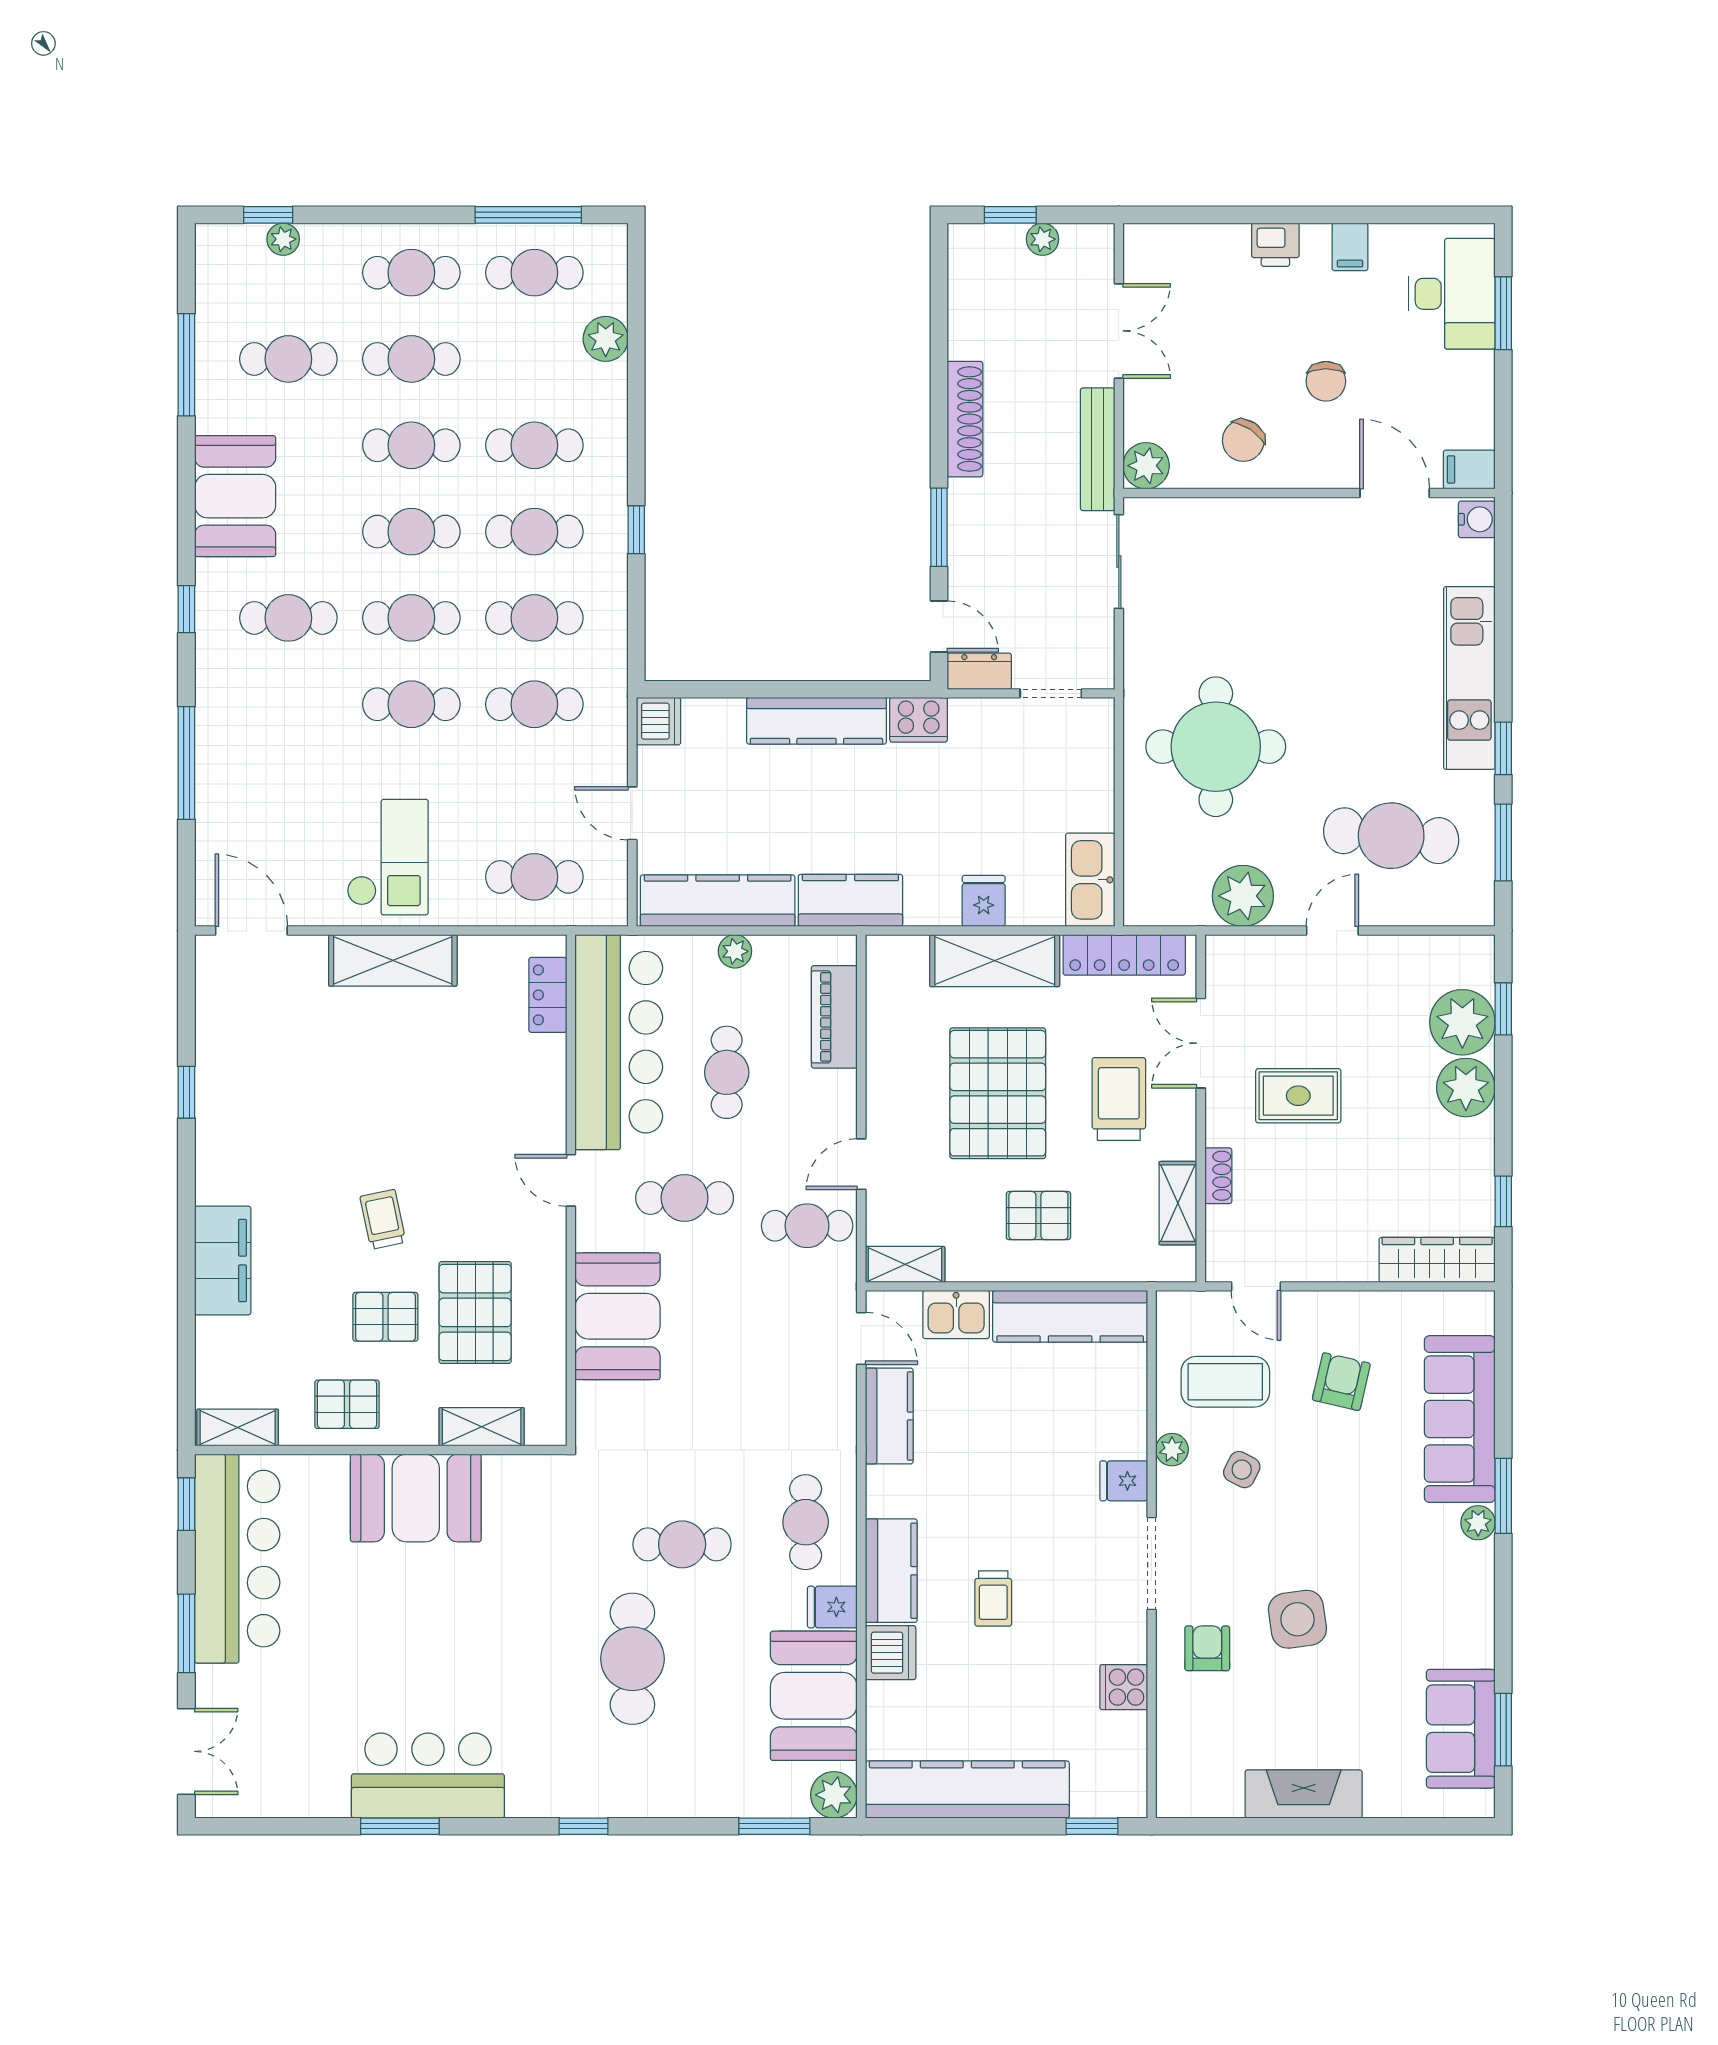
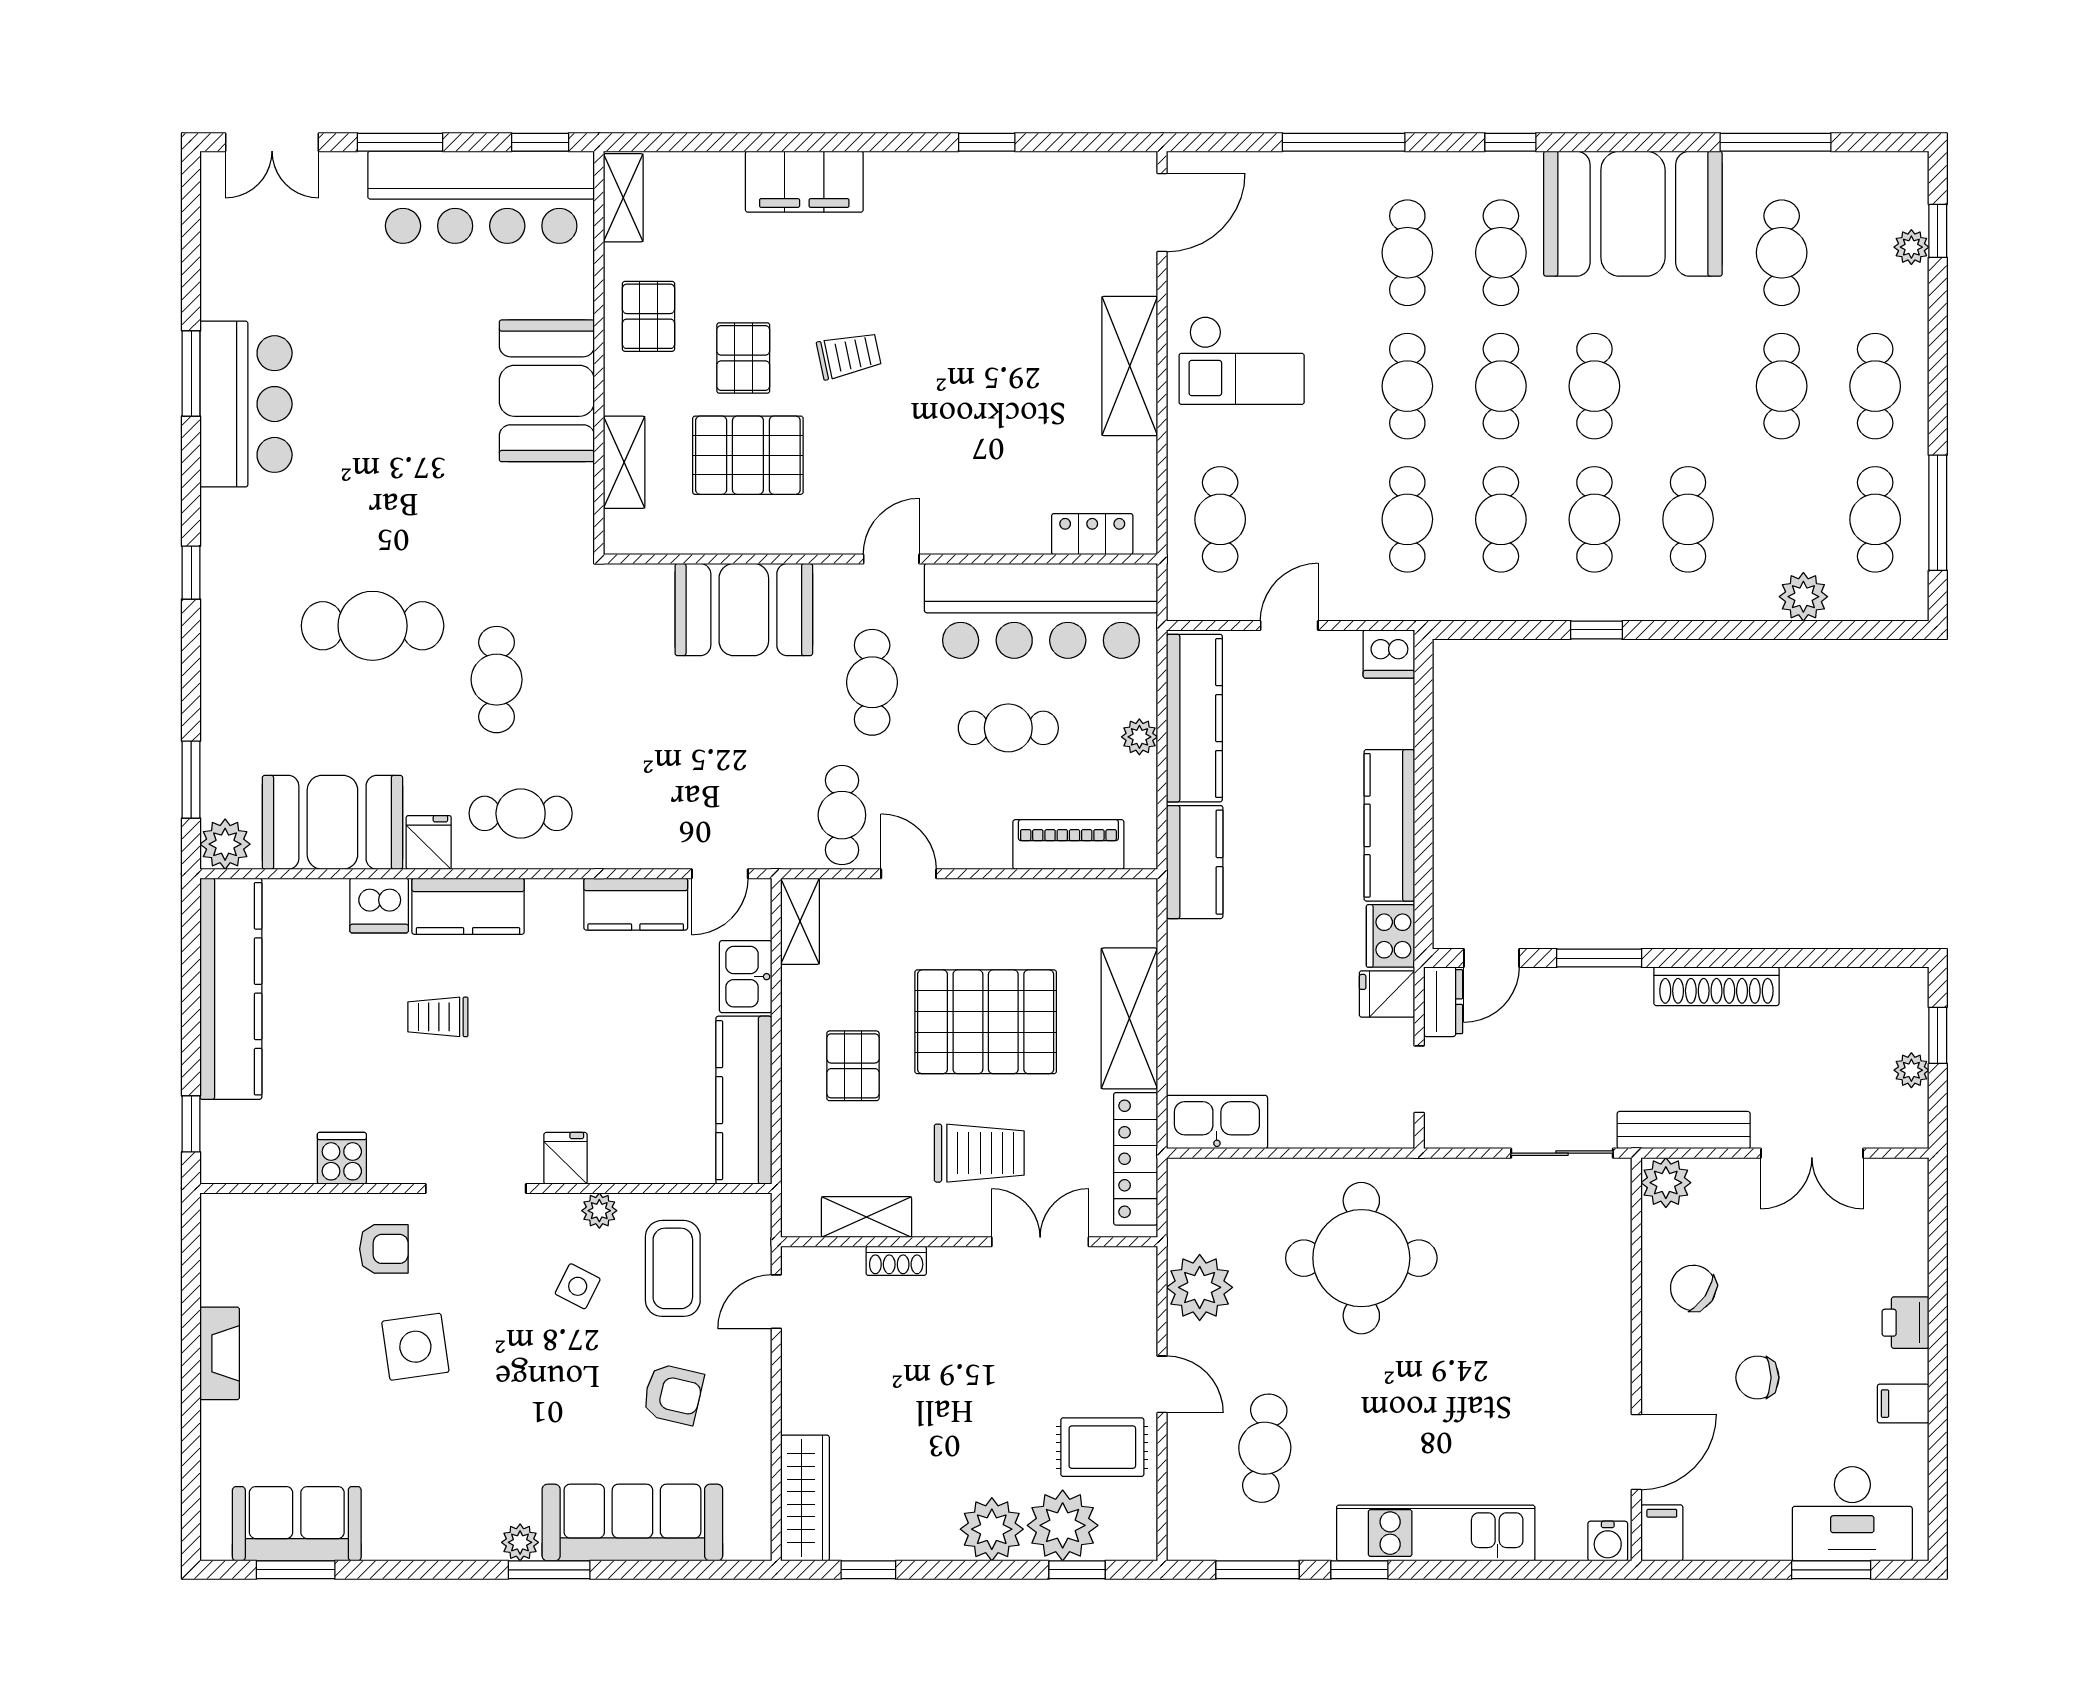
cafe table: (411, 445) -> (1407, 253), moved
booth: (235, 496) -> (1633, 214), width x1.36, depth x1.42
cafe table: (1391, 836) -> (1265, 1448), width x0.73, depth x0.74
fridge: (984, 901) -> (1387, 994), moved, turned 180
rug: (1298, 1096) -> (1102, 1447), moved, turned 90
fireplace: (1304, 1794) -> (220, 1353), width x0.73, depth x0.76

